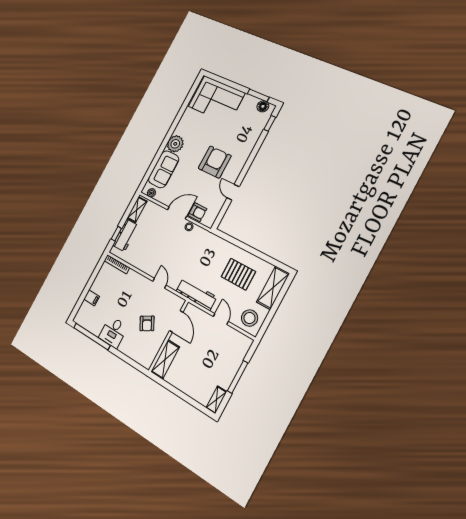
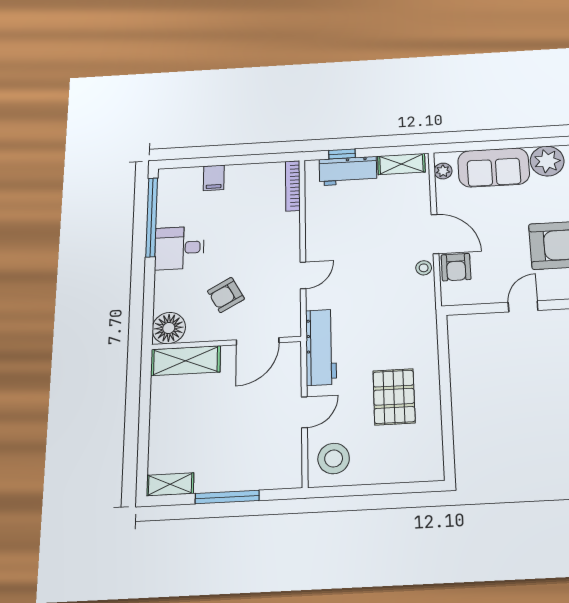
shelving: (273, 288) -> (405, 467), removed
floor lamp: (146, 358) -> (169, 328), added

